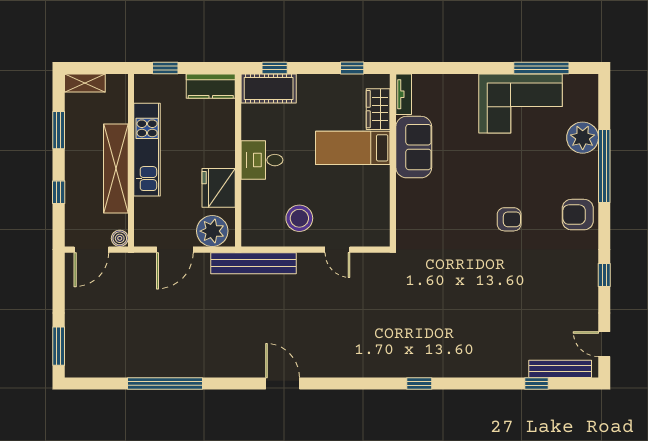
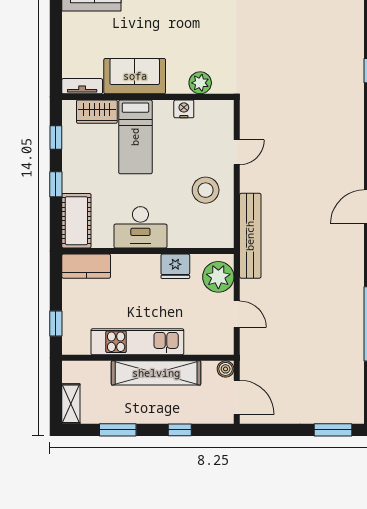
window: (275, 68) -> (56, 184), moved
kitchen counter: (211, 86) -> (86, 266), moved, turned 90
desk: (262, 160) -> (140, 227), width x1.37
fridge: (219, 188) -> (175, 266), width x0.73, depth x0.75
nightstand: (381, 196) -> (184, 109), added
plant: (407, 213) -> (200, 83), added
door: (175, 250) -> (237, 314), width x0.73

